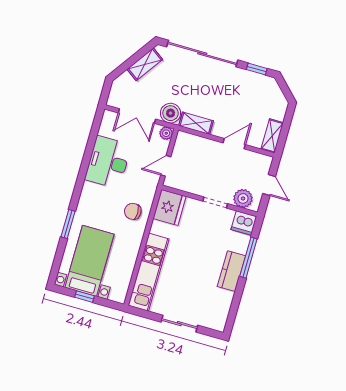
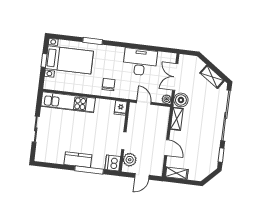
fridge: (169, 207) -> (121, 108), width x0.53, depth x0.75

